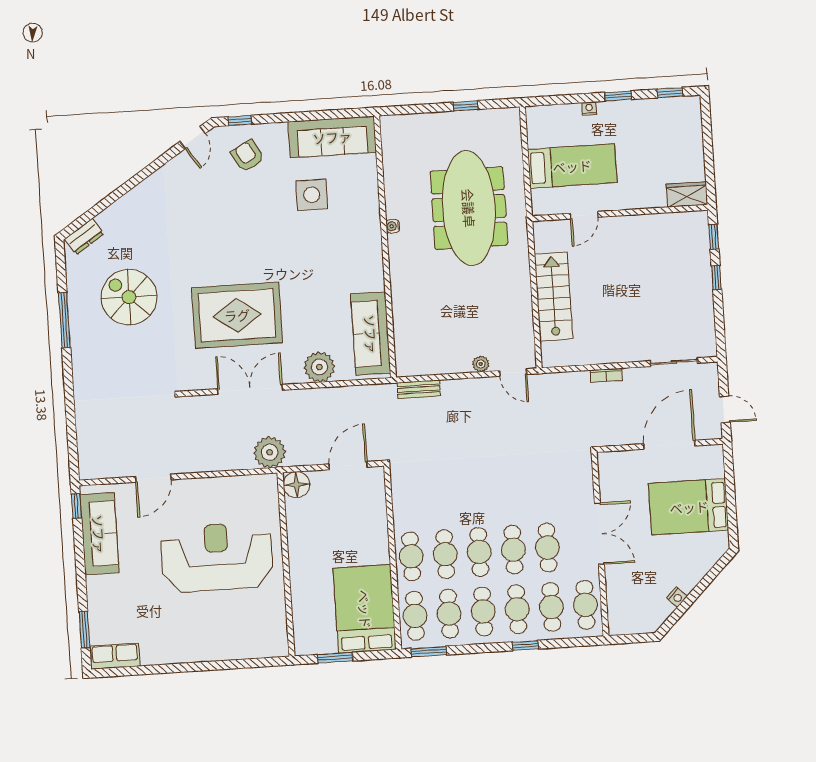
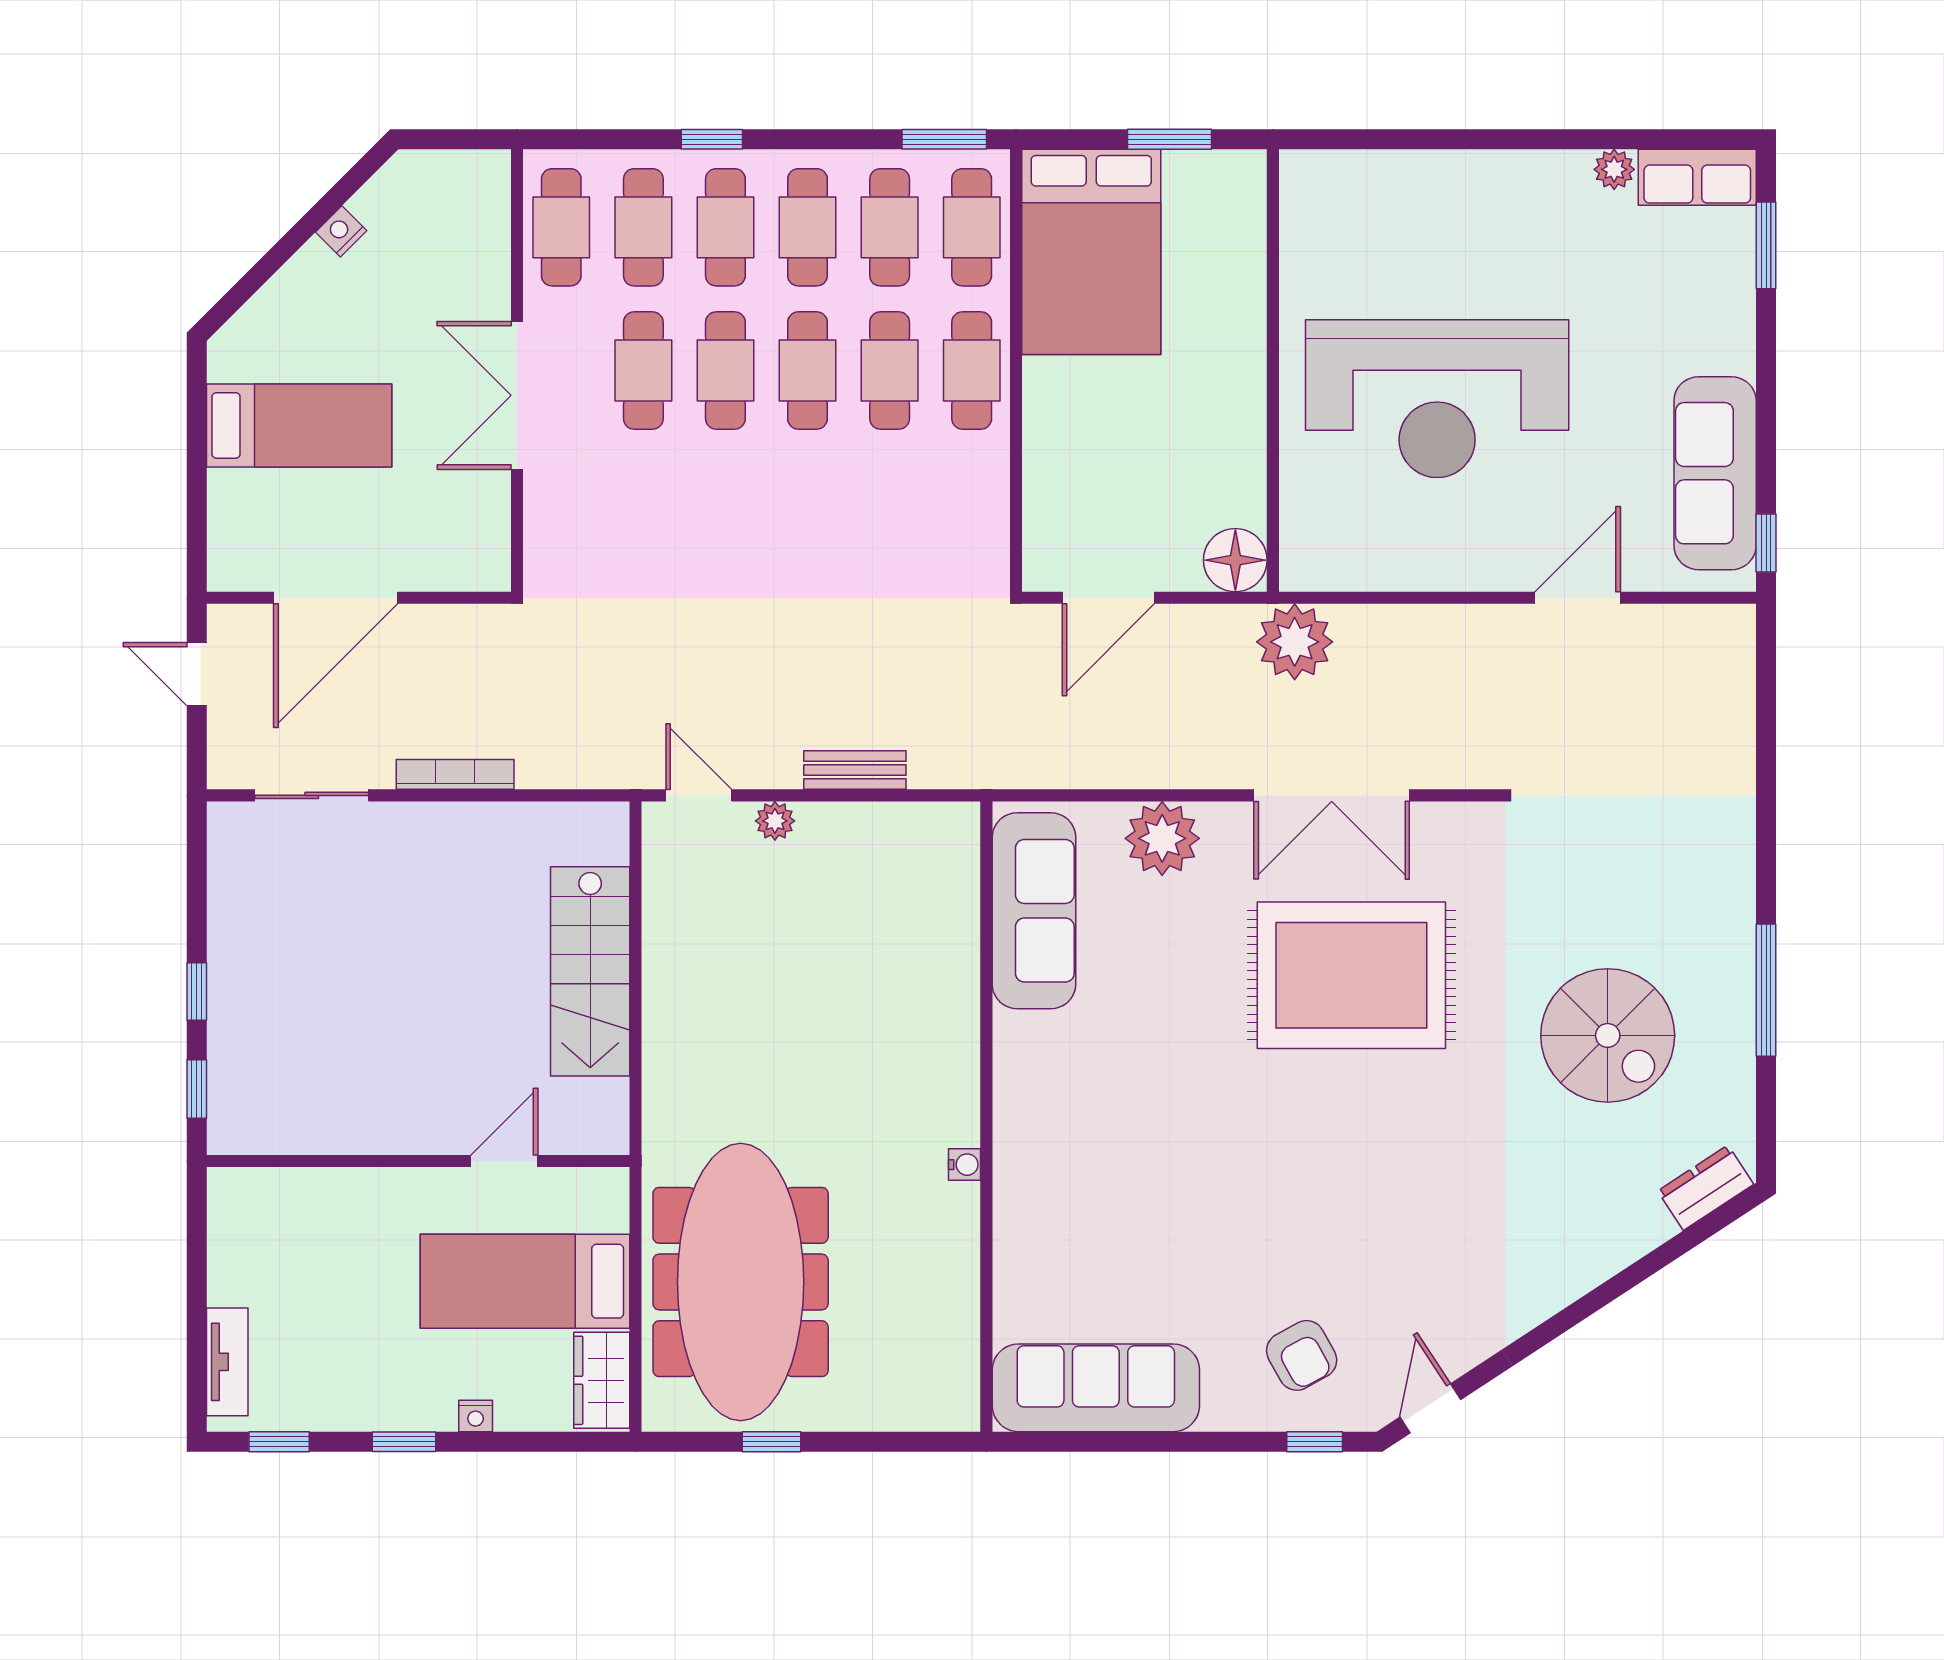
tv unit: (694, 124) -> (227, 1362), added
side table: (312, 195) -> (1154, 1252), removed
wardrobe: (687, 195) -> (602, 1380), moved, turned 90
meeting table: (469, 208) -> (741, 1282), moved
bookcase: (606, 375) -> (455, 774), width x1.56
bench: (419, 389) -> (855, 770), moved
bed: (689, 507) -> (299, 425), width x0.67
plant: (150, 657) -> (1614, 169), added

